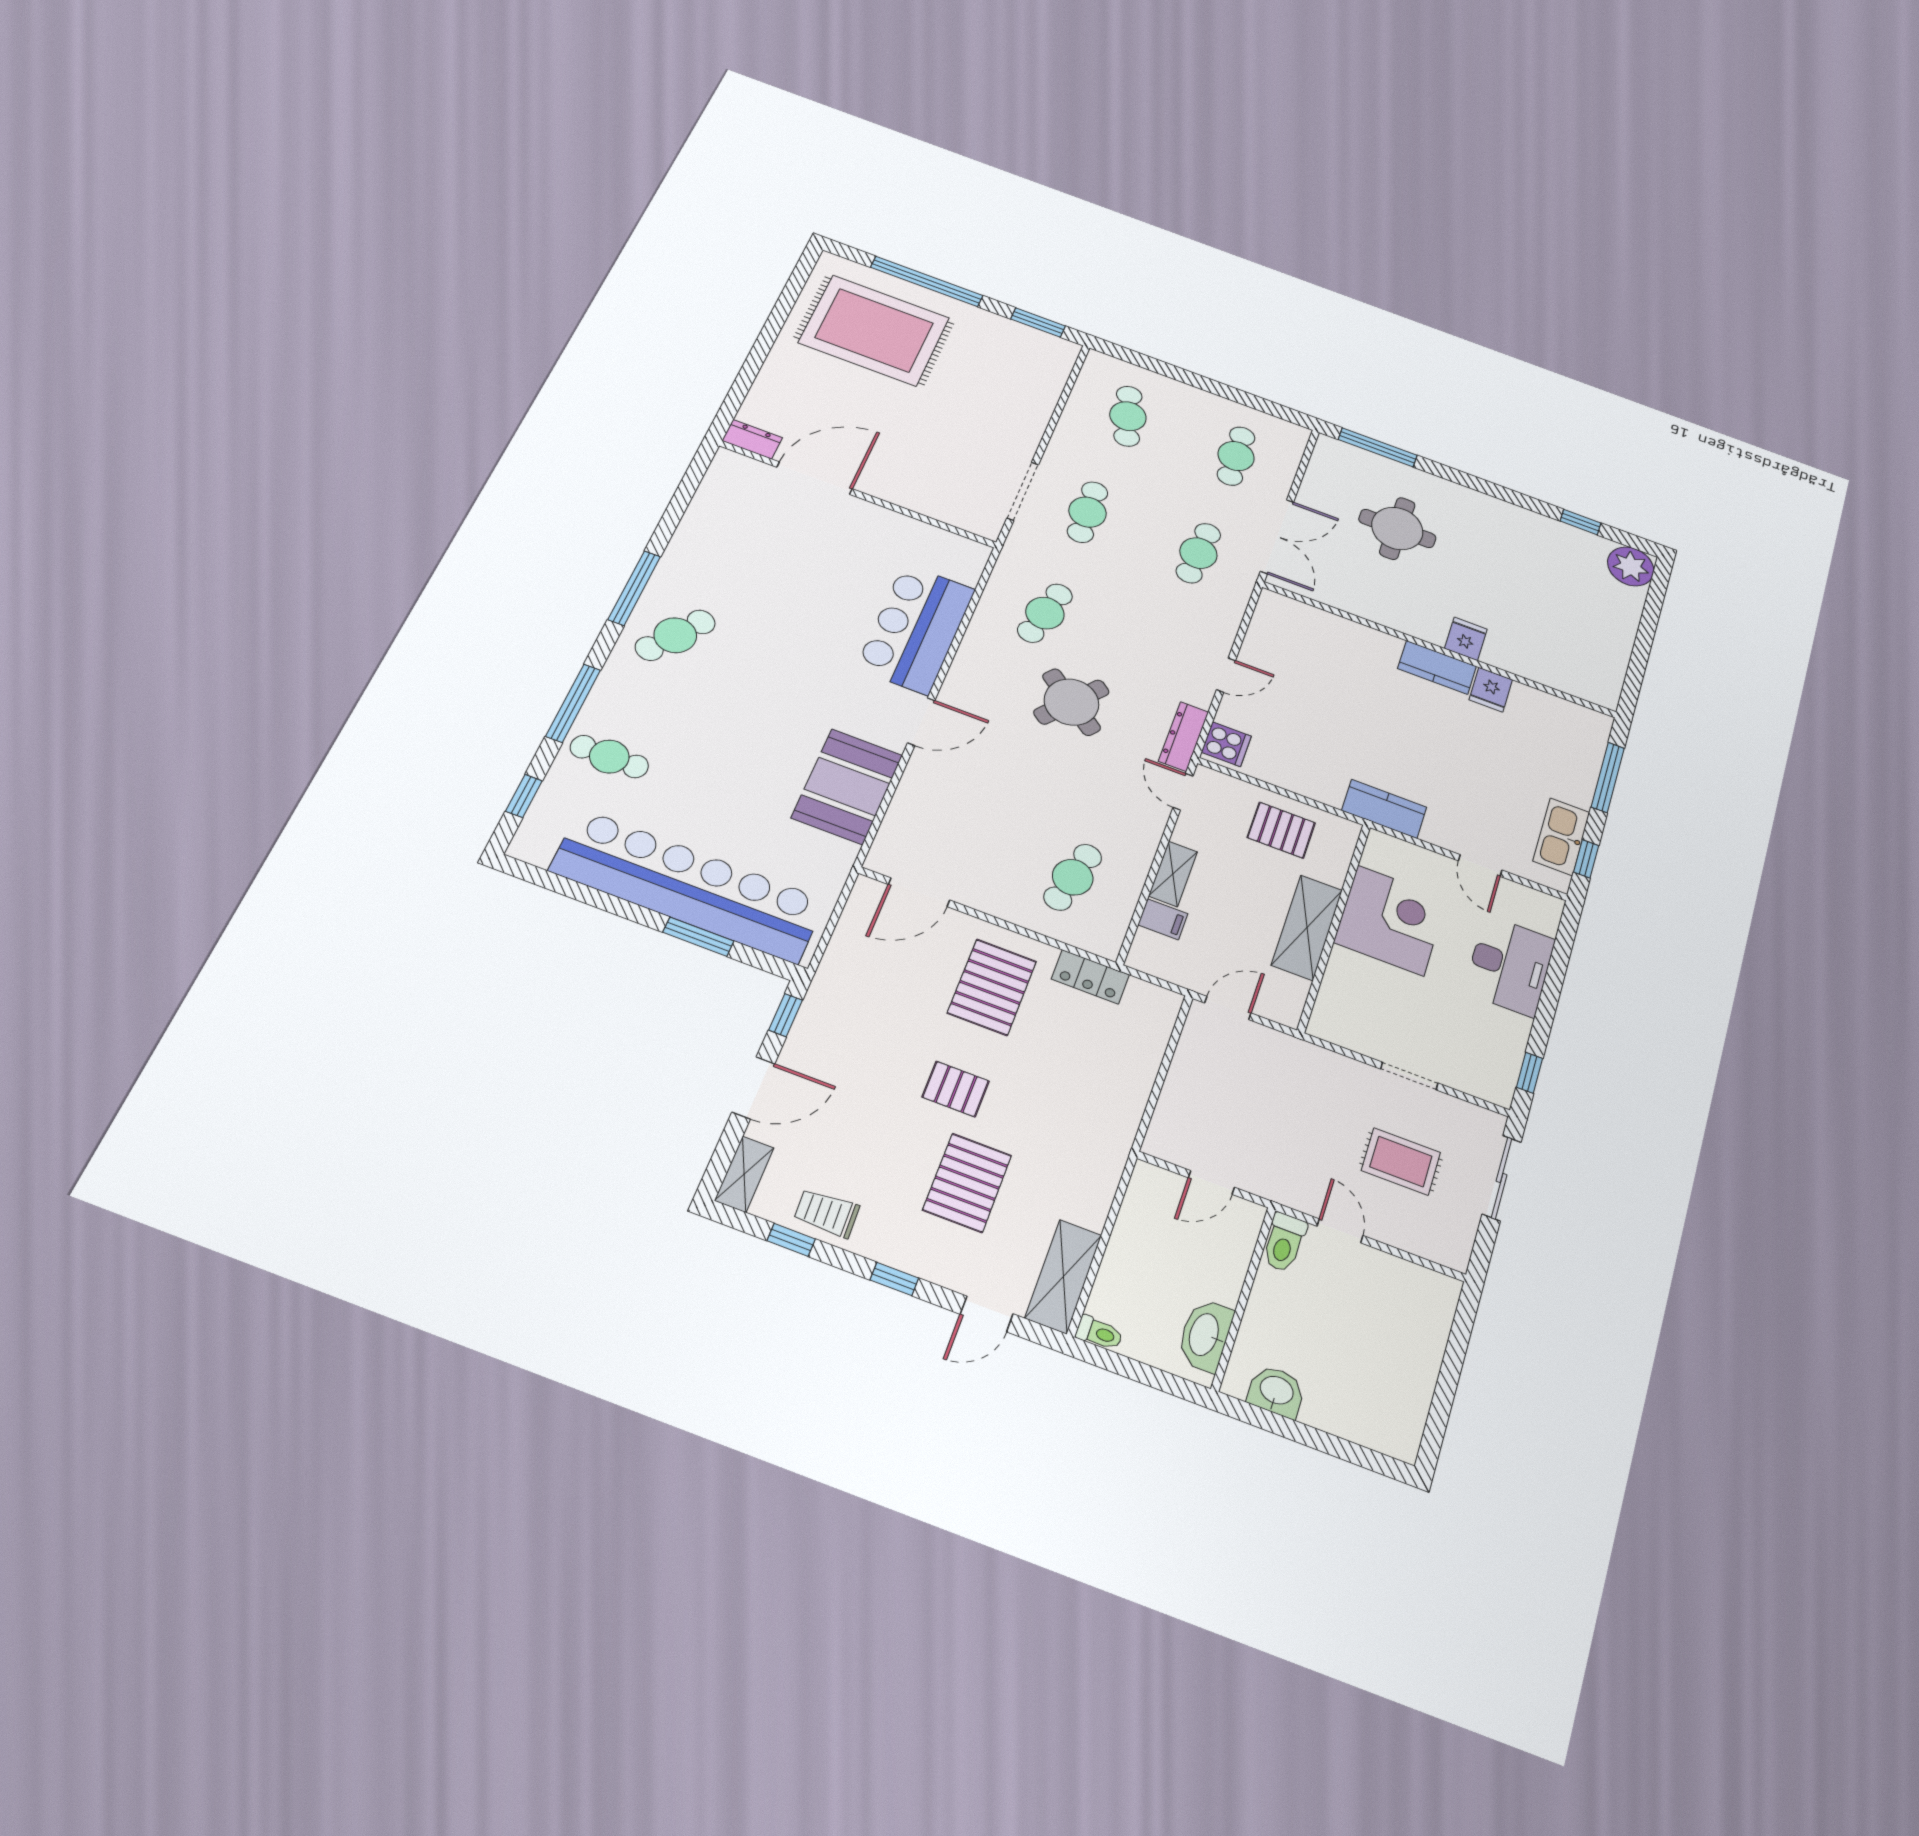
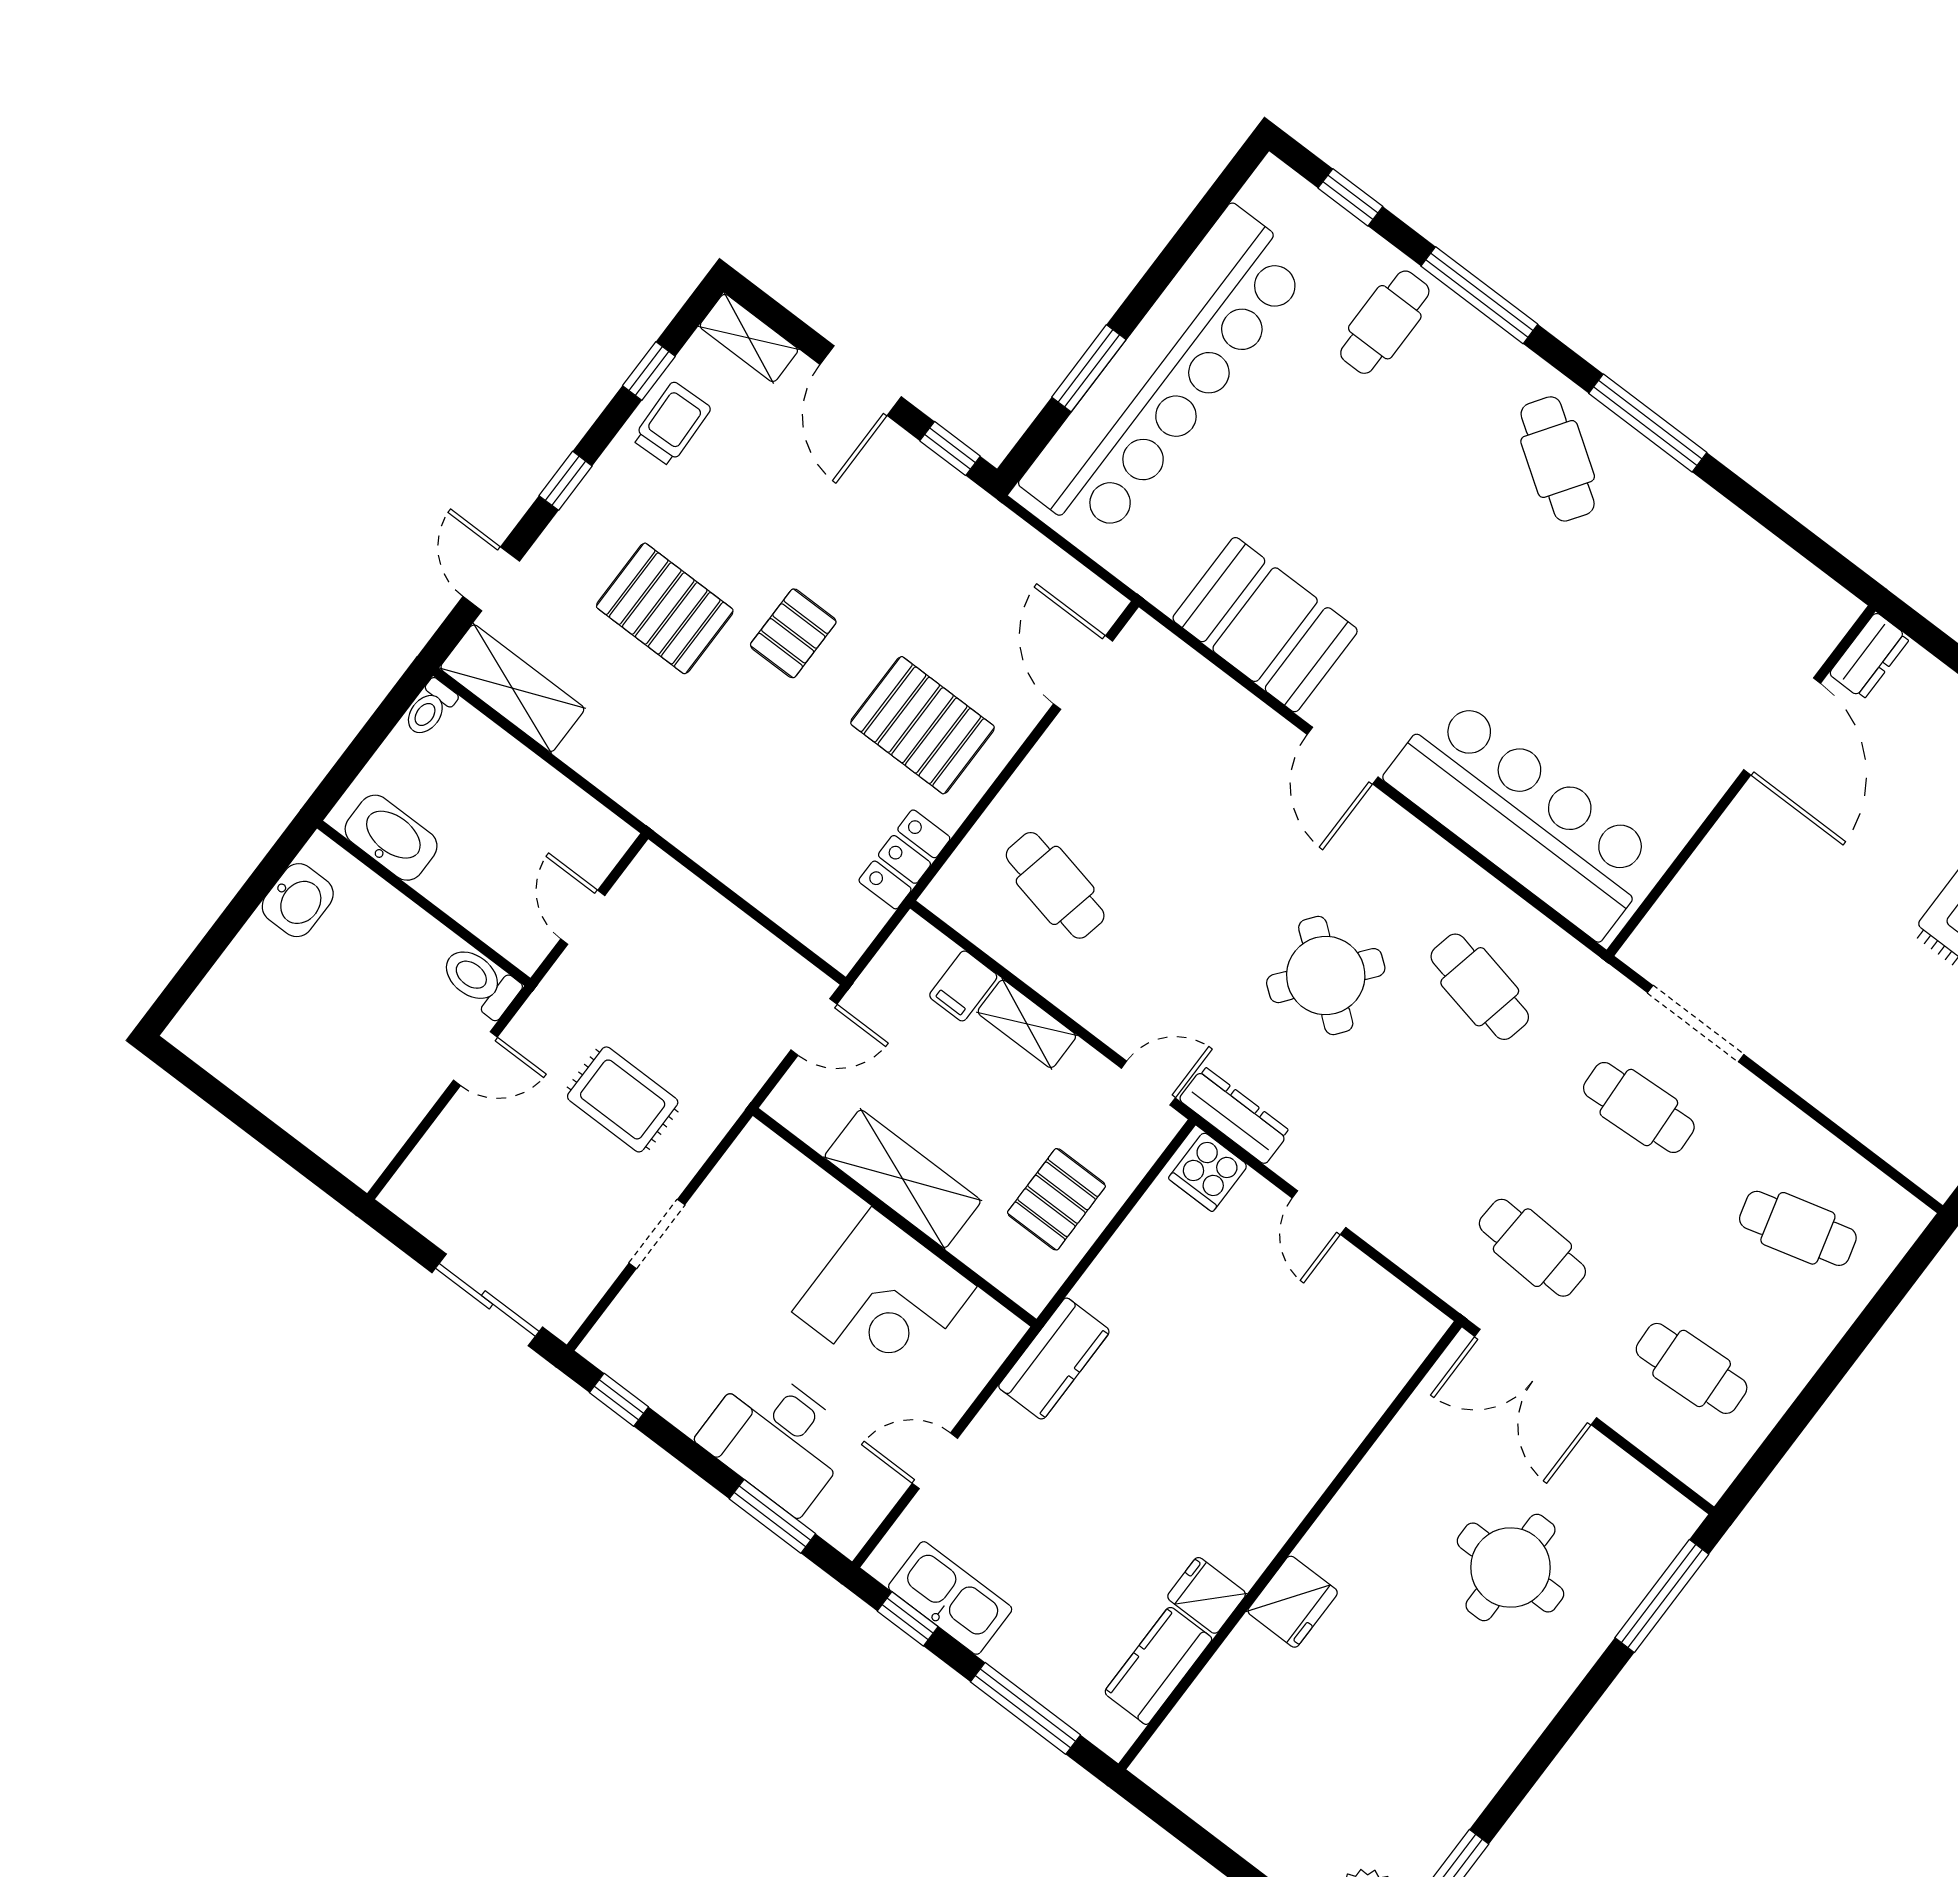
bar counter: (916, 629) -> (1524, 817), width x1.36
fridge: (1466, 639) -> (1293, 1602), width x1.38
kitchen counter: (1437, 667) -> (1158, 1666), moved
window: (1560, 956) -> (772, 1516), added
door: (1228, 1008) -> (814, 1027), hinge flipped
rug: (1401, 1161) -> (623, 1099), moved, turned 90

